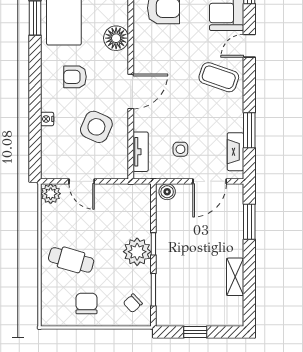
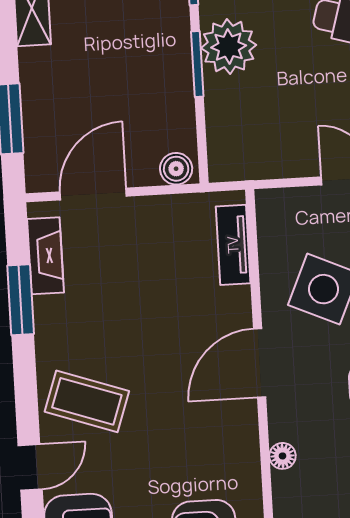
floor lamp: (116, 38) -> (282, 456), width x0.53, depth x0.53
side table: (180, 149) -> (155, 254), removed
window: (153, 244) -> (197, 64), width x1.50

